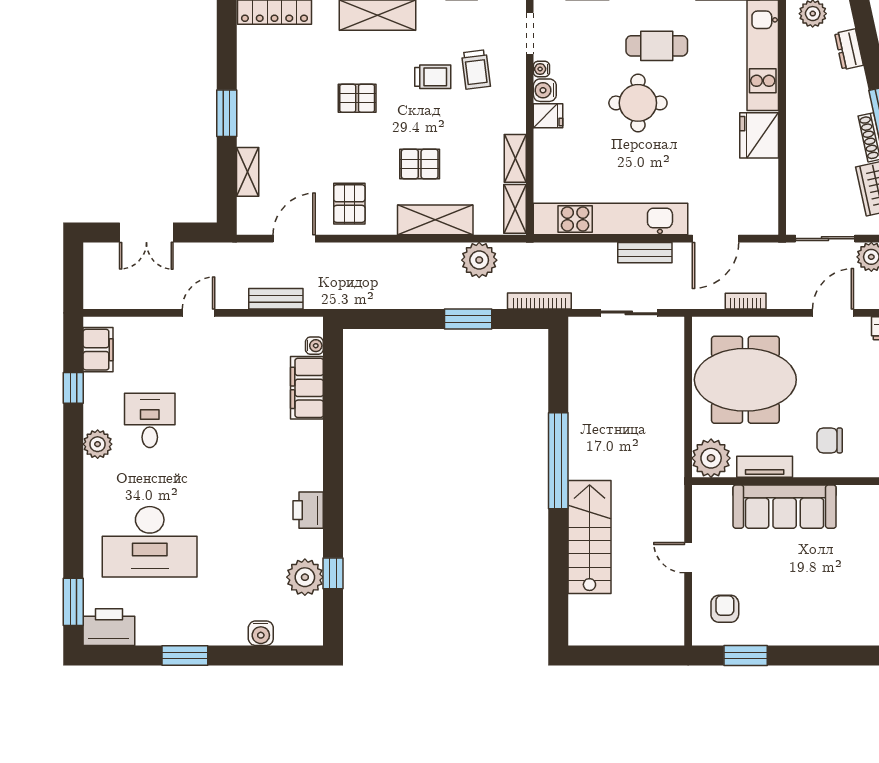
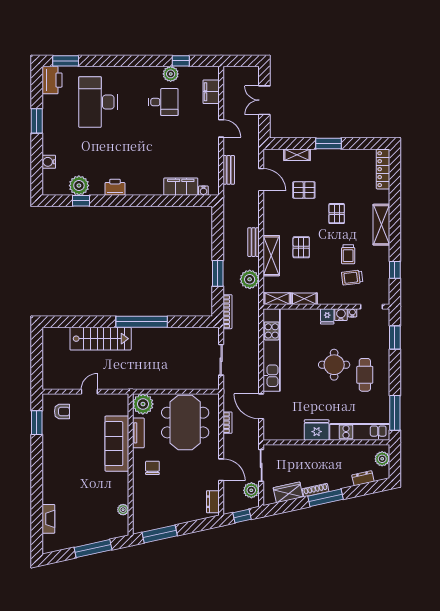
pallet: (349, 204) -> (304, 190), moved
bench: (645, 253) -> (254, 242), moved
filing cabinet: (98, 350) -> (211, 92), moved, turned 90
plant: (98, 444) -> (171, 74), moved

